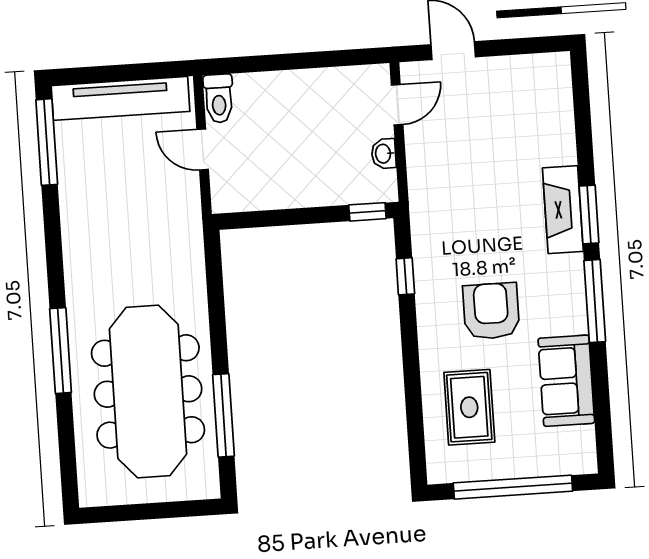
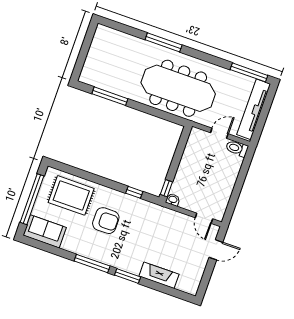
washbasin: (384, 154) -> (173, 200), moved
fireplace: (563, 210) -> (159, 275), moved
sofa: (566, 381) -> (45, 231), moved
meeting table: (148, 391) -> (178, 88), moved
rug: (469, 407) -> (71, 195), width x1.36, depth x1.43

